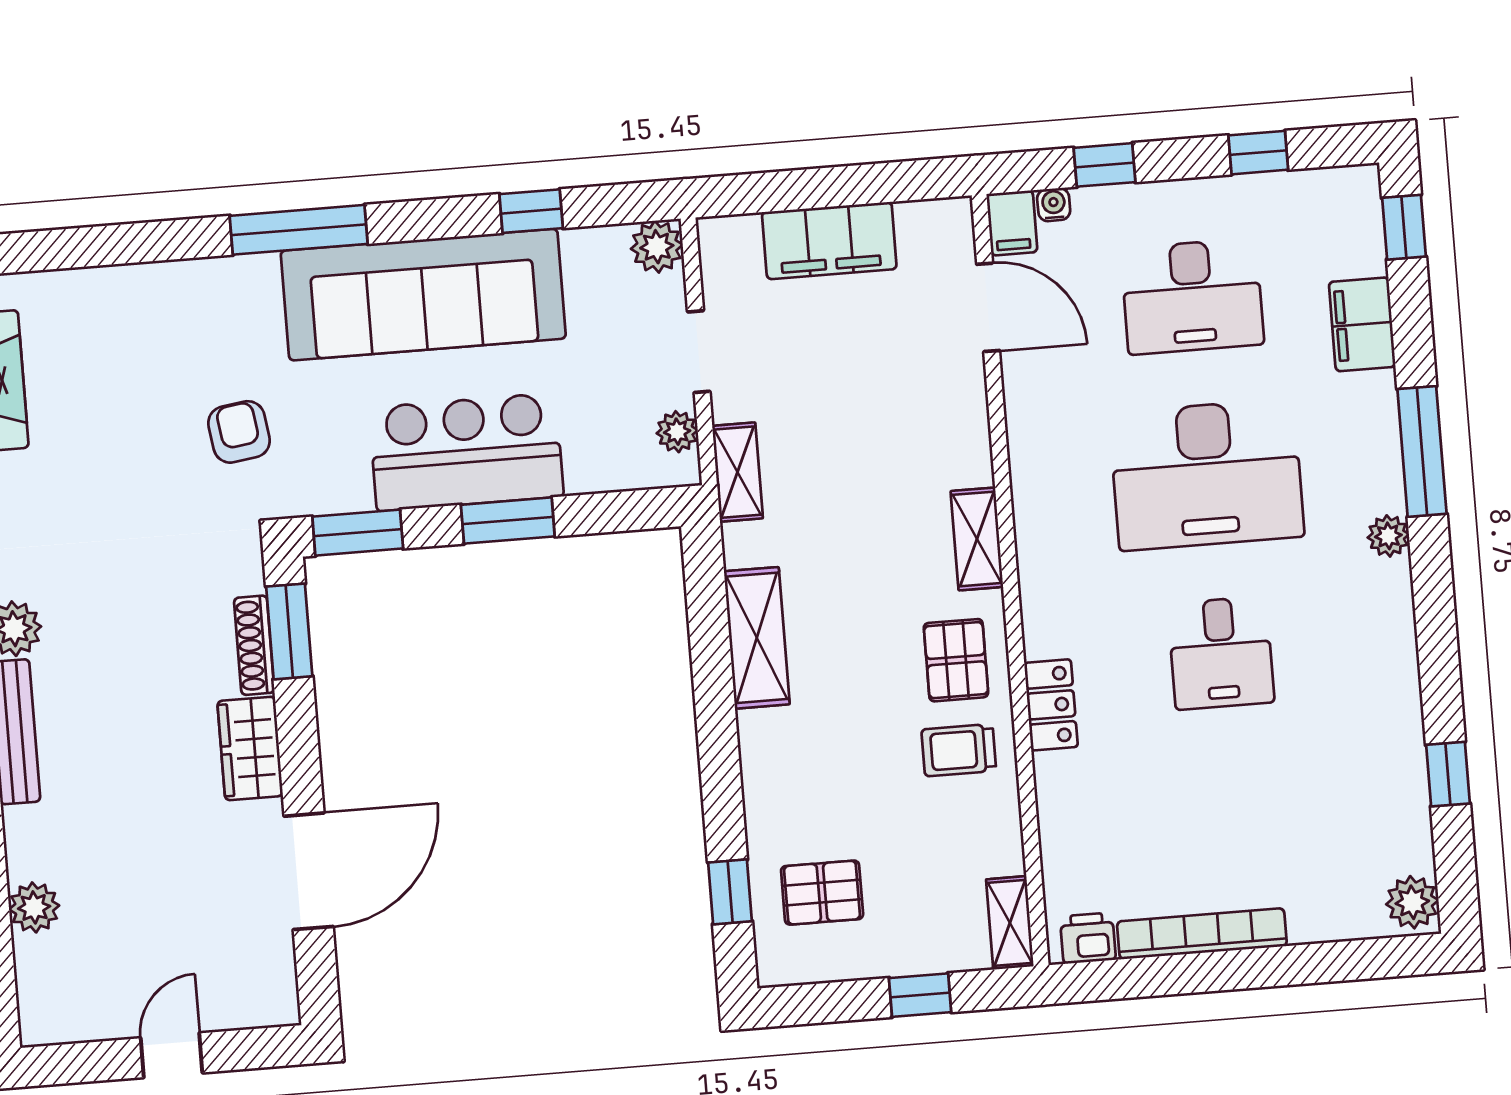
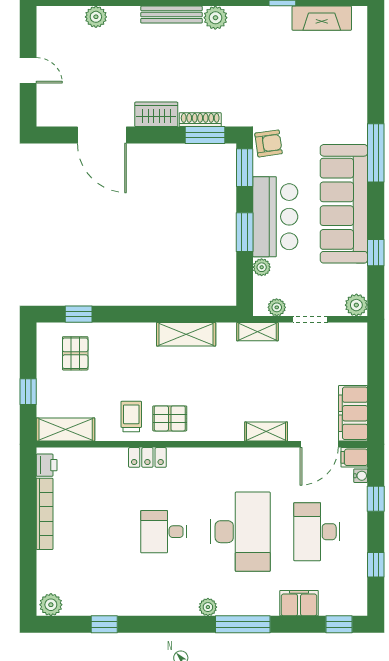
filing cabinet: (829, 241) -> (353, 413), moved
armchair: (239, 432) -> (269, 143), moved
plant: (586, 474) -> (262, 267), added
desk: (1207, 475) -> (240, 532), turned 180
shelving: (977, 539) -> (266, 432), moved
shelving: (1010, 923) -> (66, 429), width x1.50, depth x1.33

